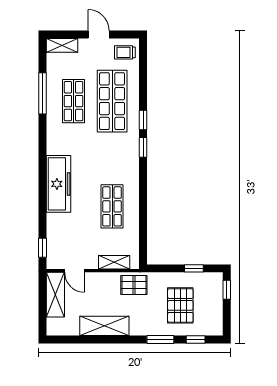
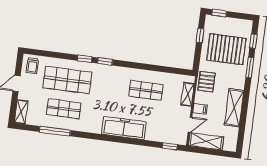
filing cabinet: (97, 281) -> (200, 109), added
pallet: (180, 305) -> (226, 49), width x1.37, depth x1.41

